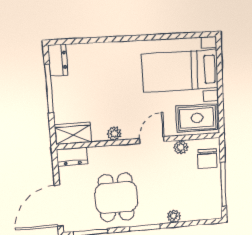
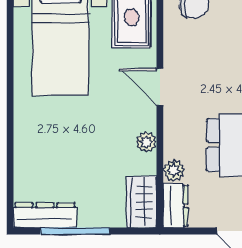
dresser: (58, 60) -> (45, 215), width x1.44
plant: (181, 147) -> (174, 170), moved

